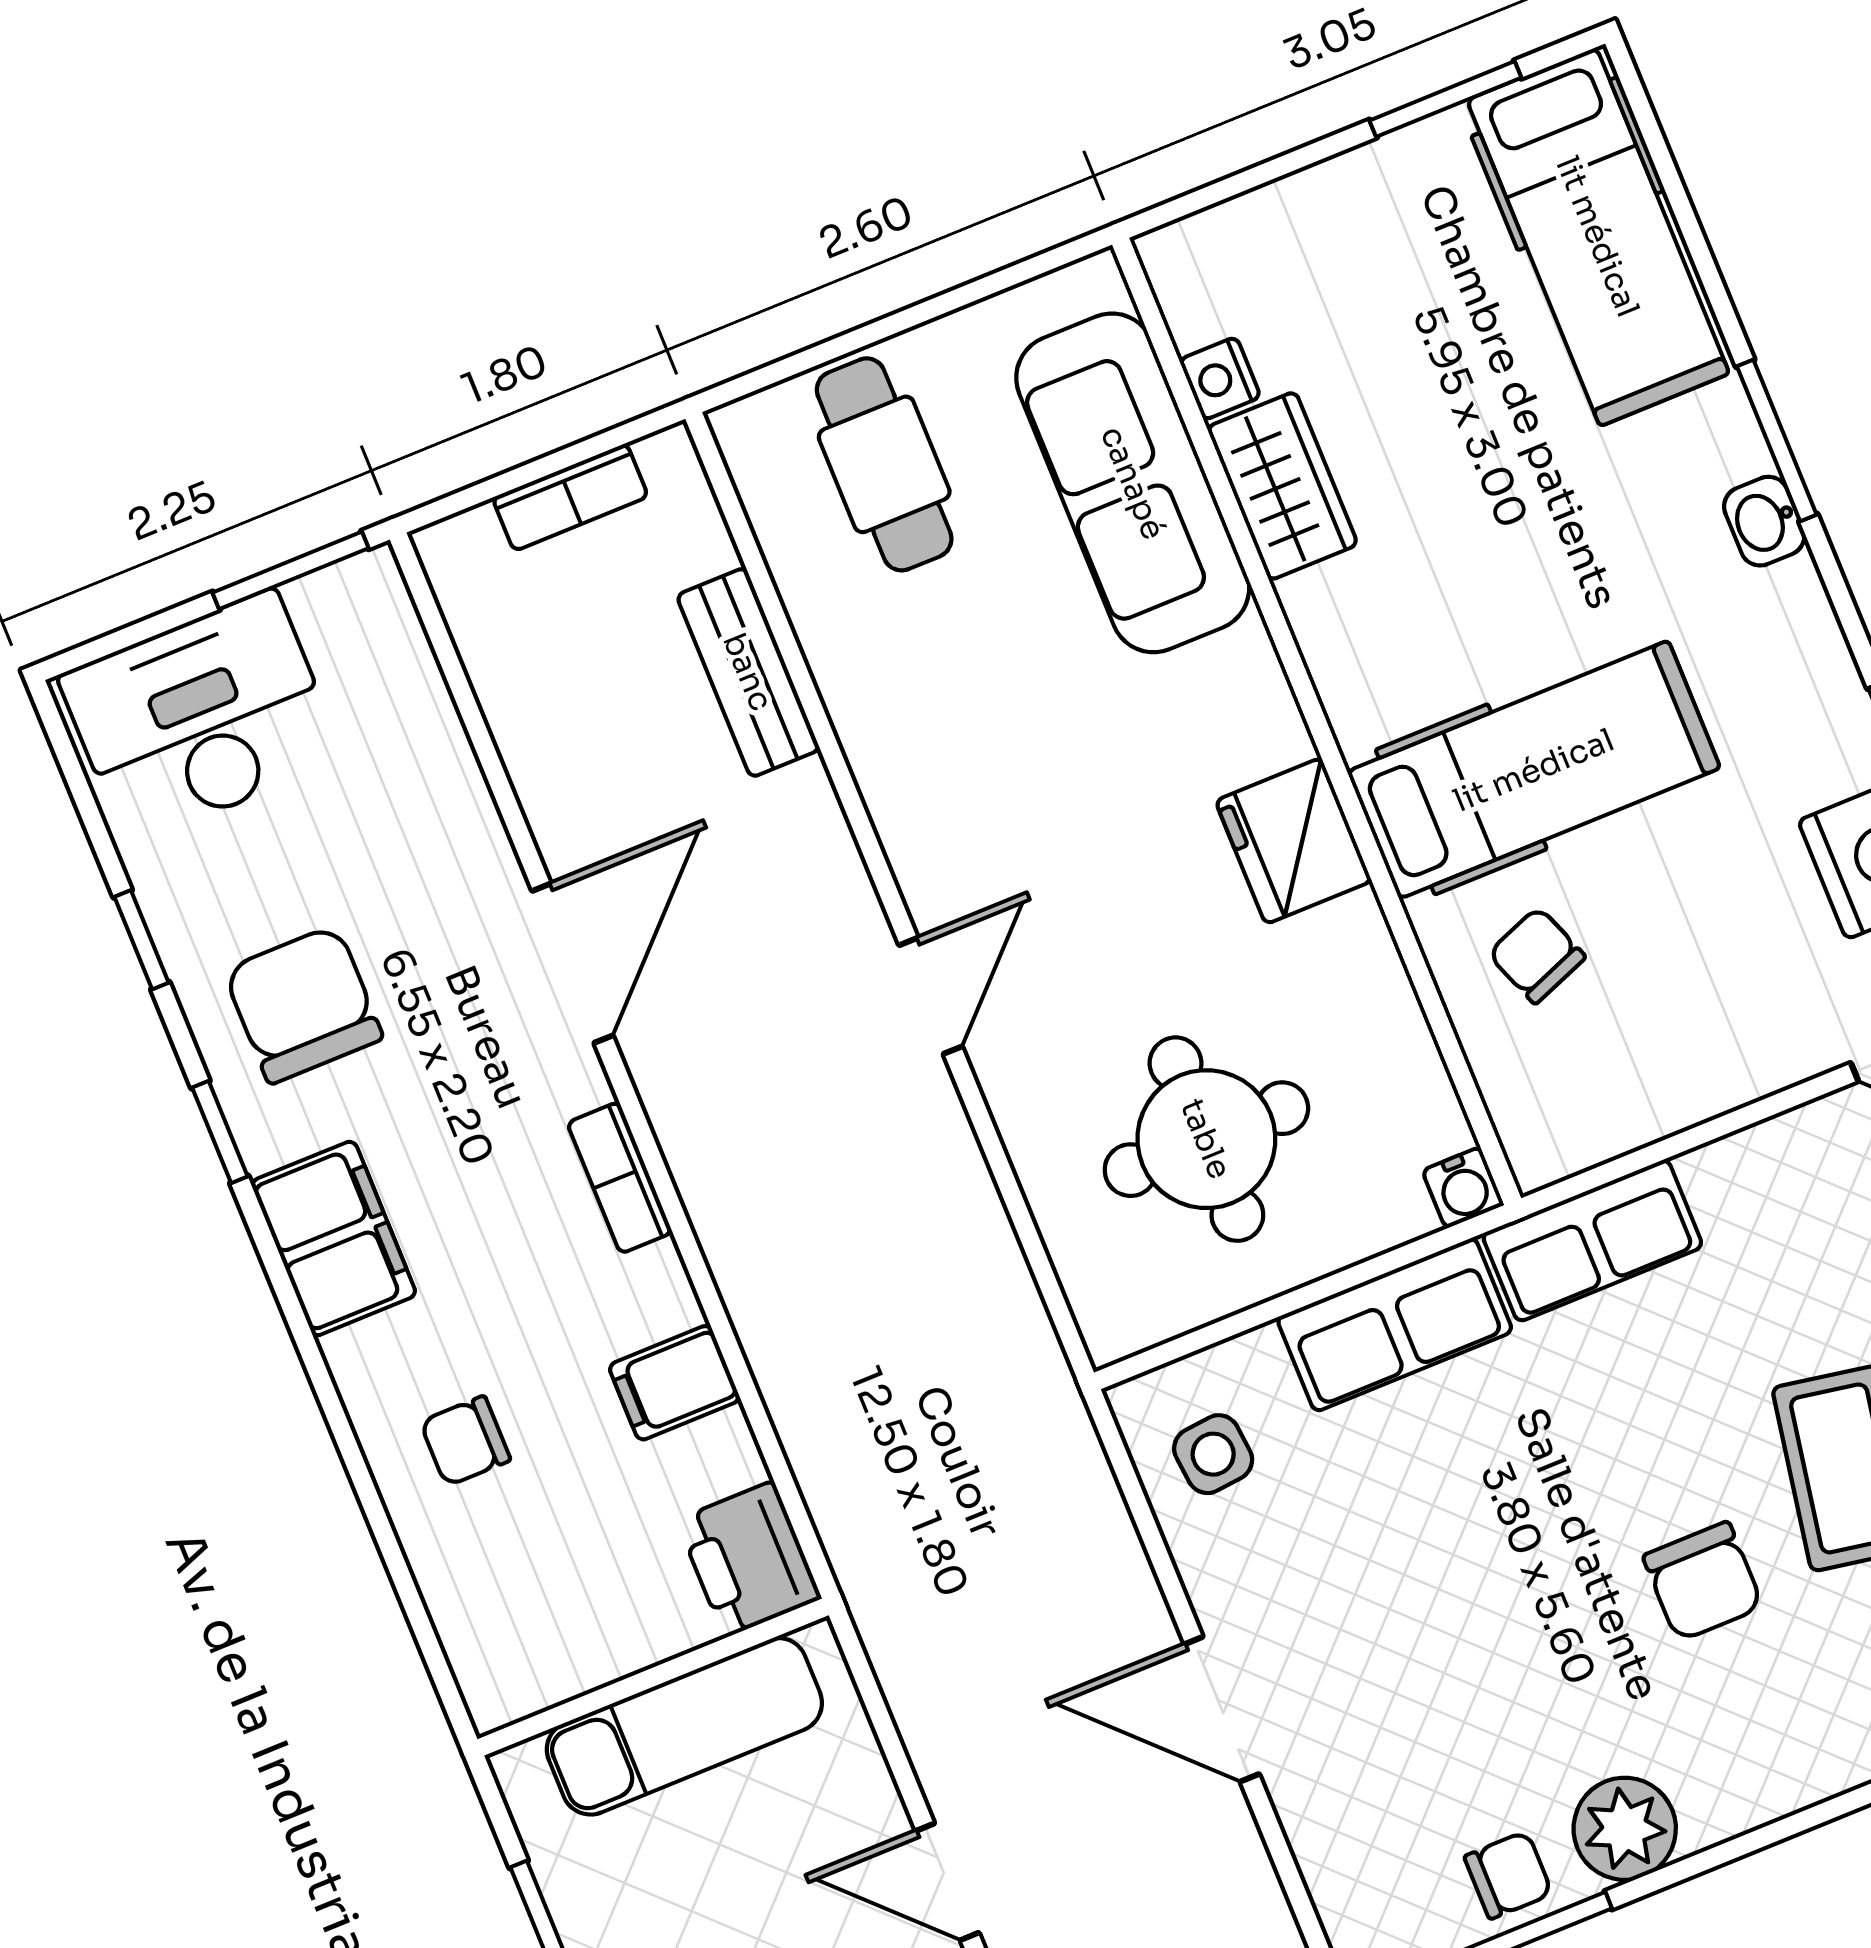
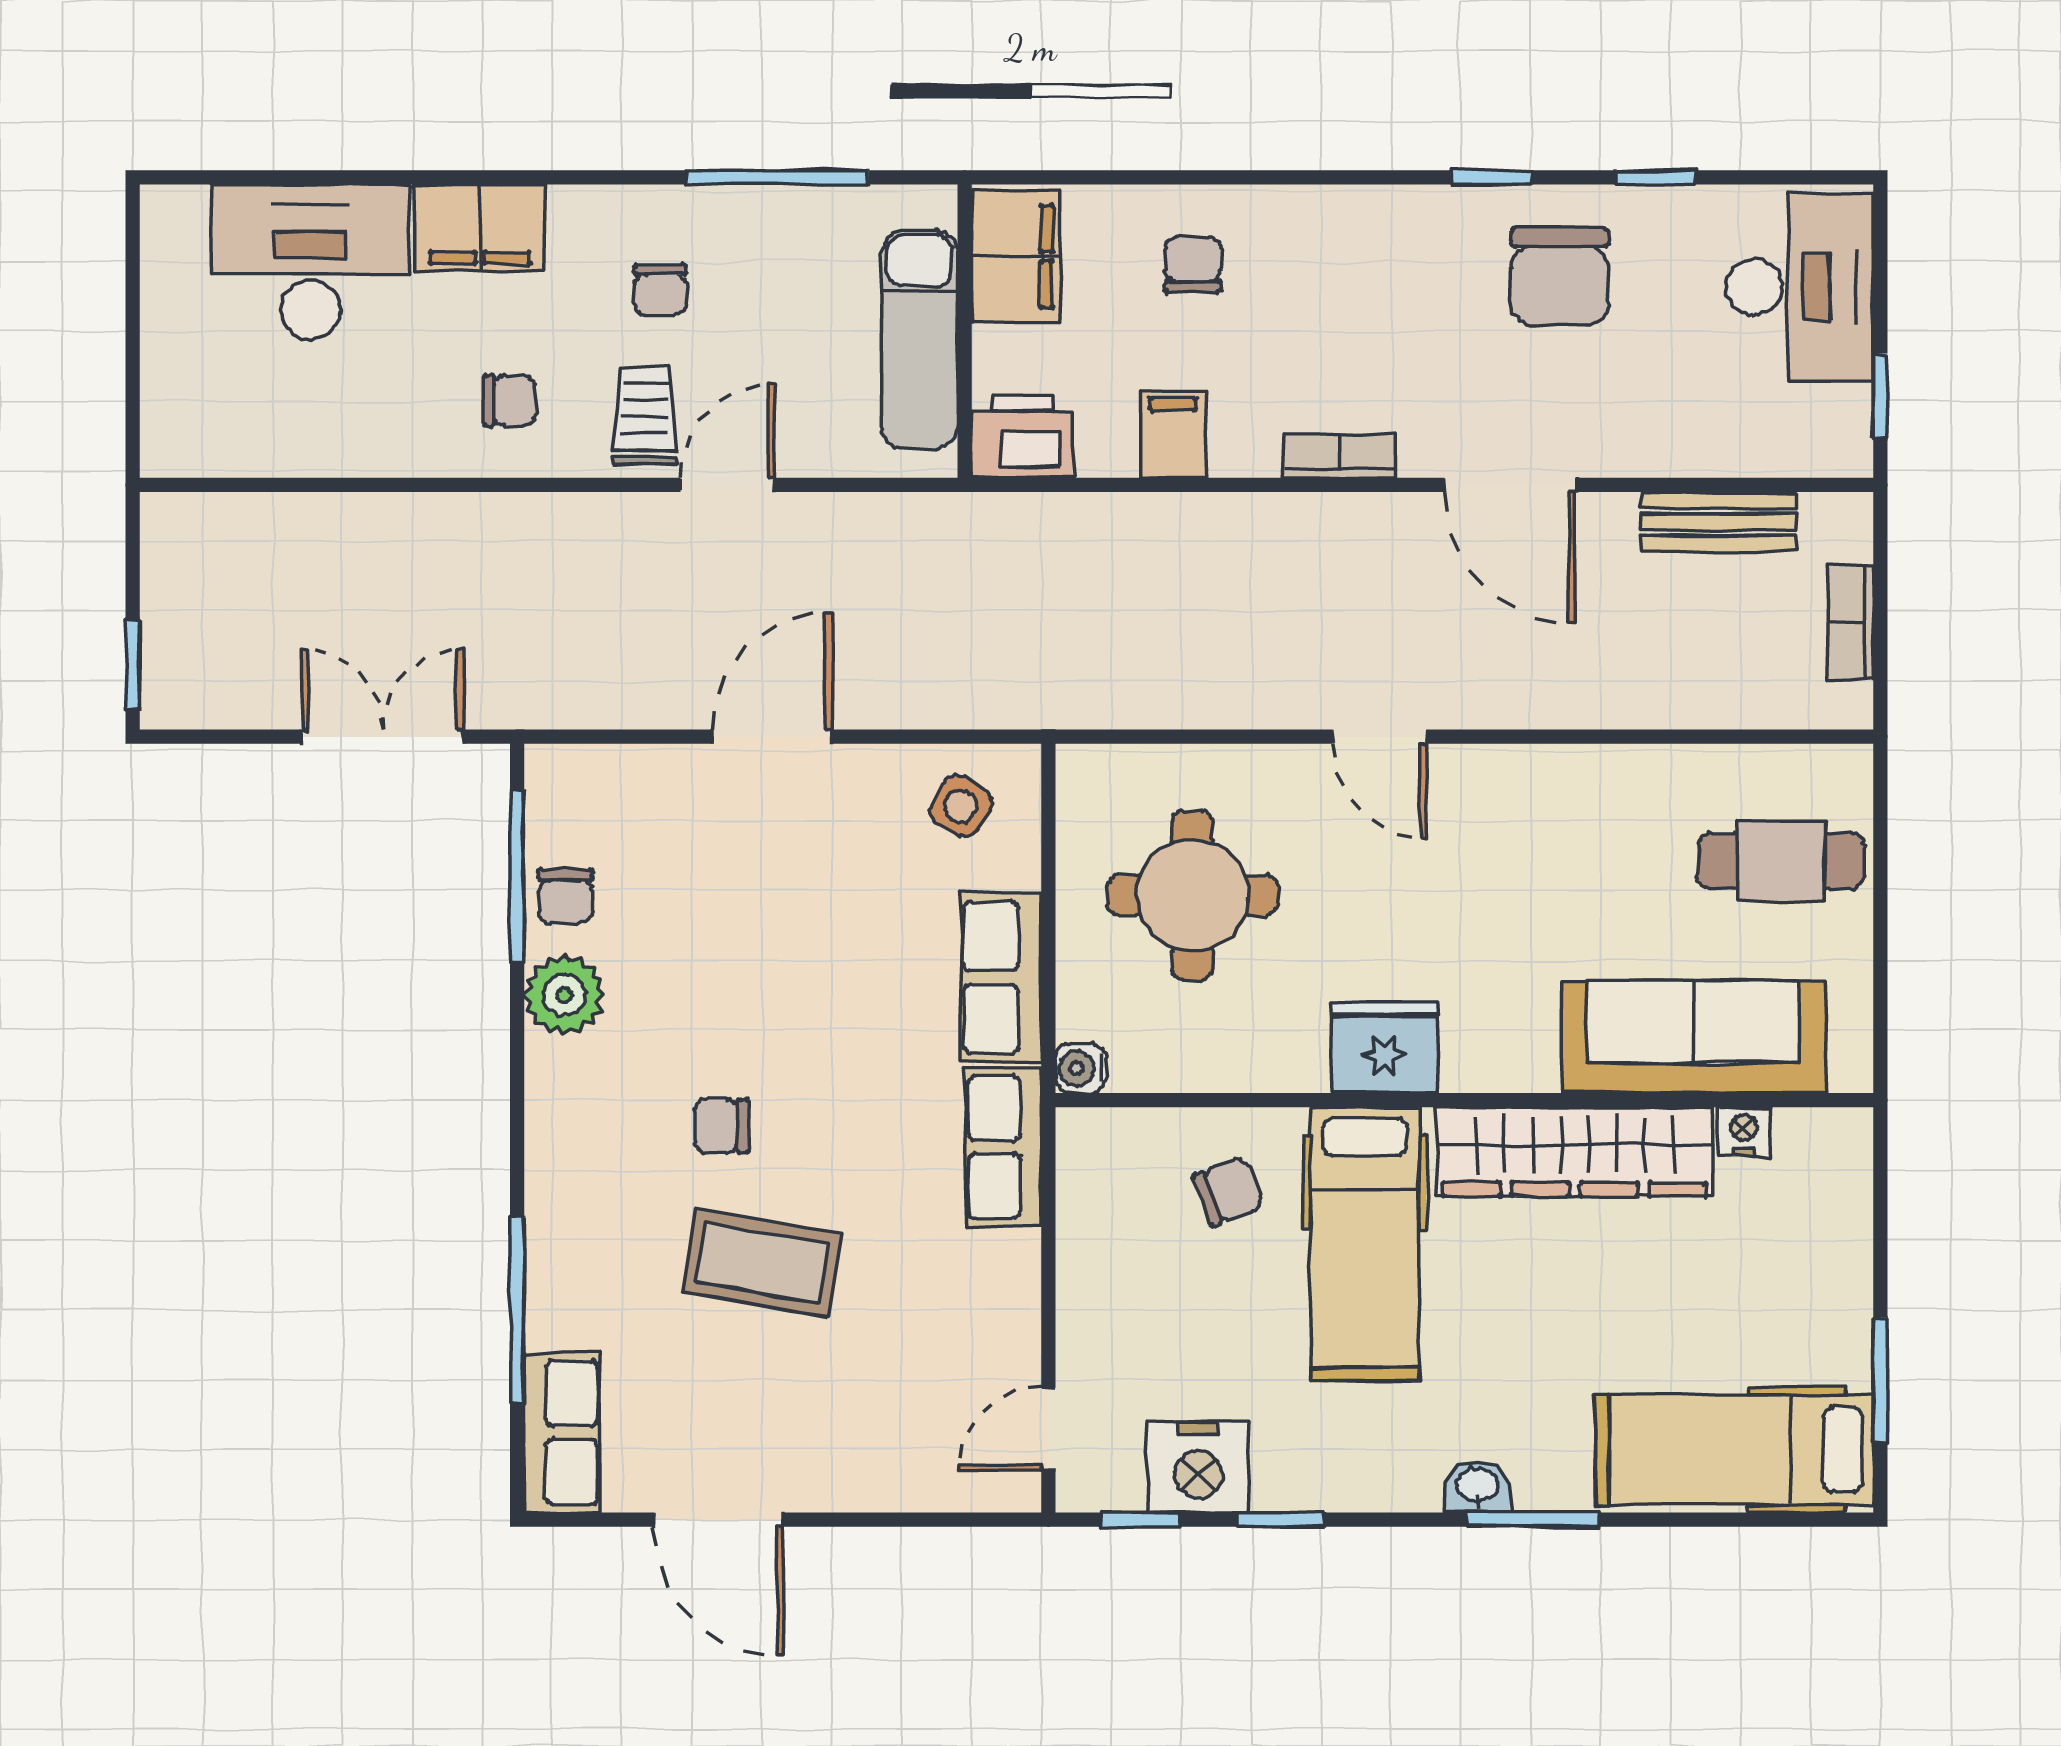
wardrobe: (1282, 486) -> (1575, 1152), width x2.10, depth x1.17
window: (290, 570) -> (1880, 396), width x0.67
bench: (748, 672) -> (1719, 522), moved
chair: (303, 1004) -> (1560, 276), turned 90
filing cabinet: (334, 1238) -> (1016, 257), moved, turned -90
side table: (1213, 1454) -> (961, 806), turned 36
chair: (1703, 1581) -> (722, 1126), width x0.73, depth x0.73

